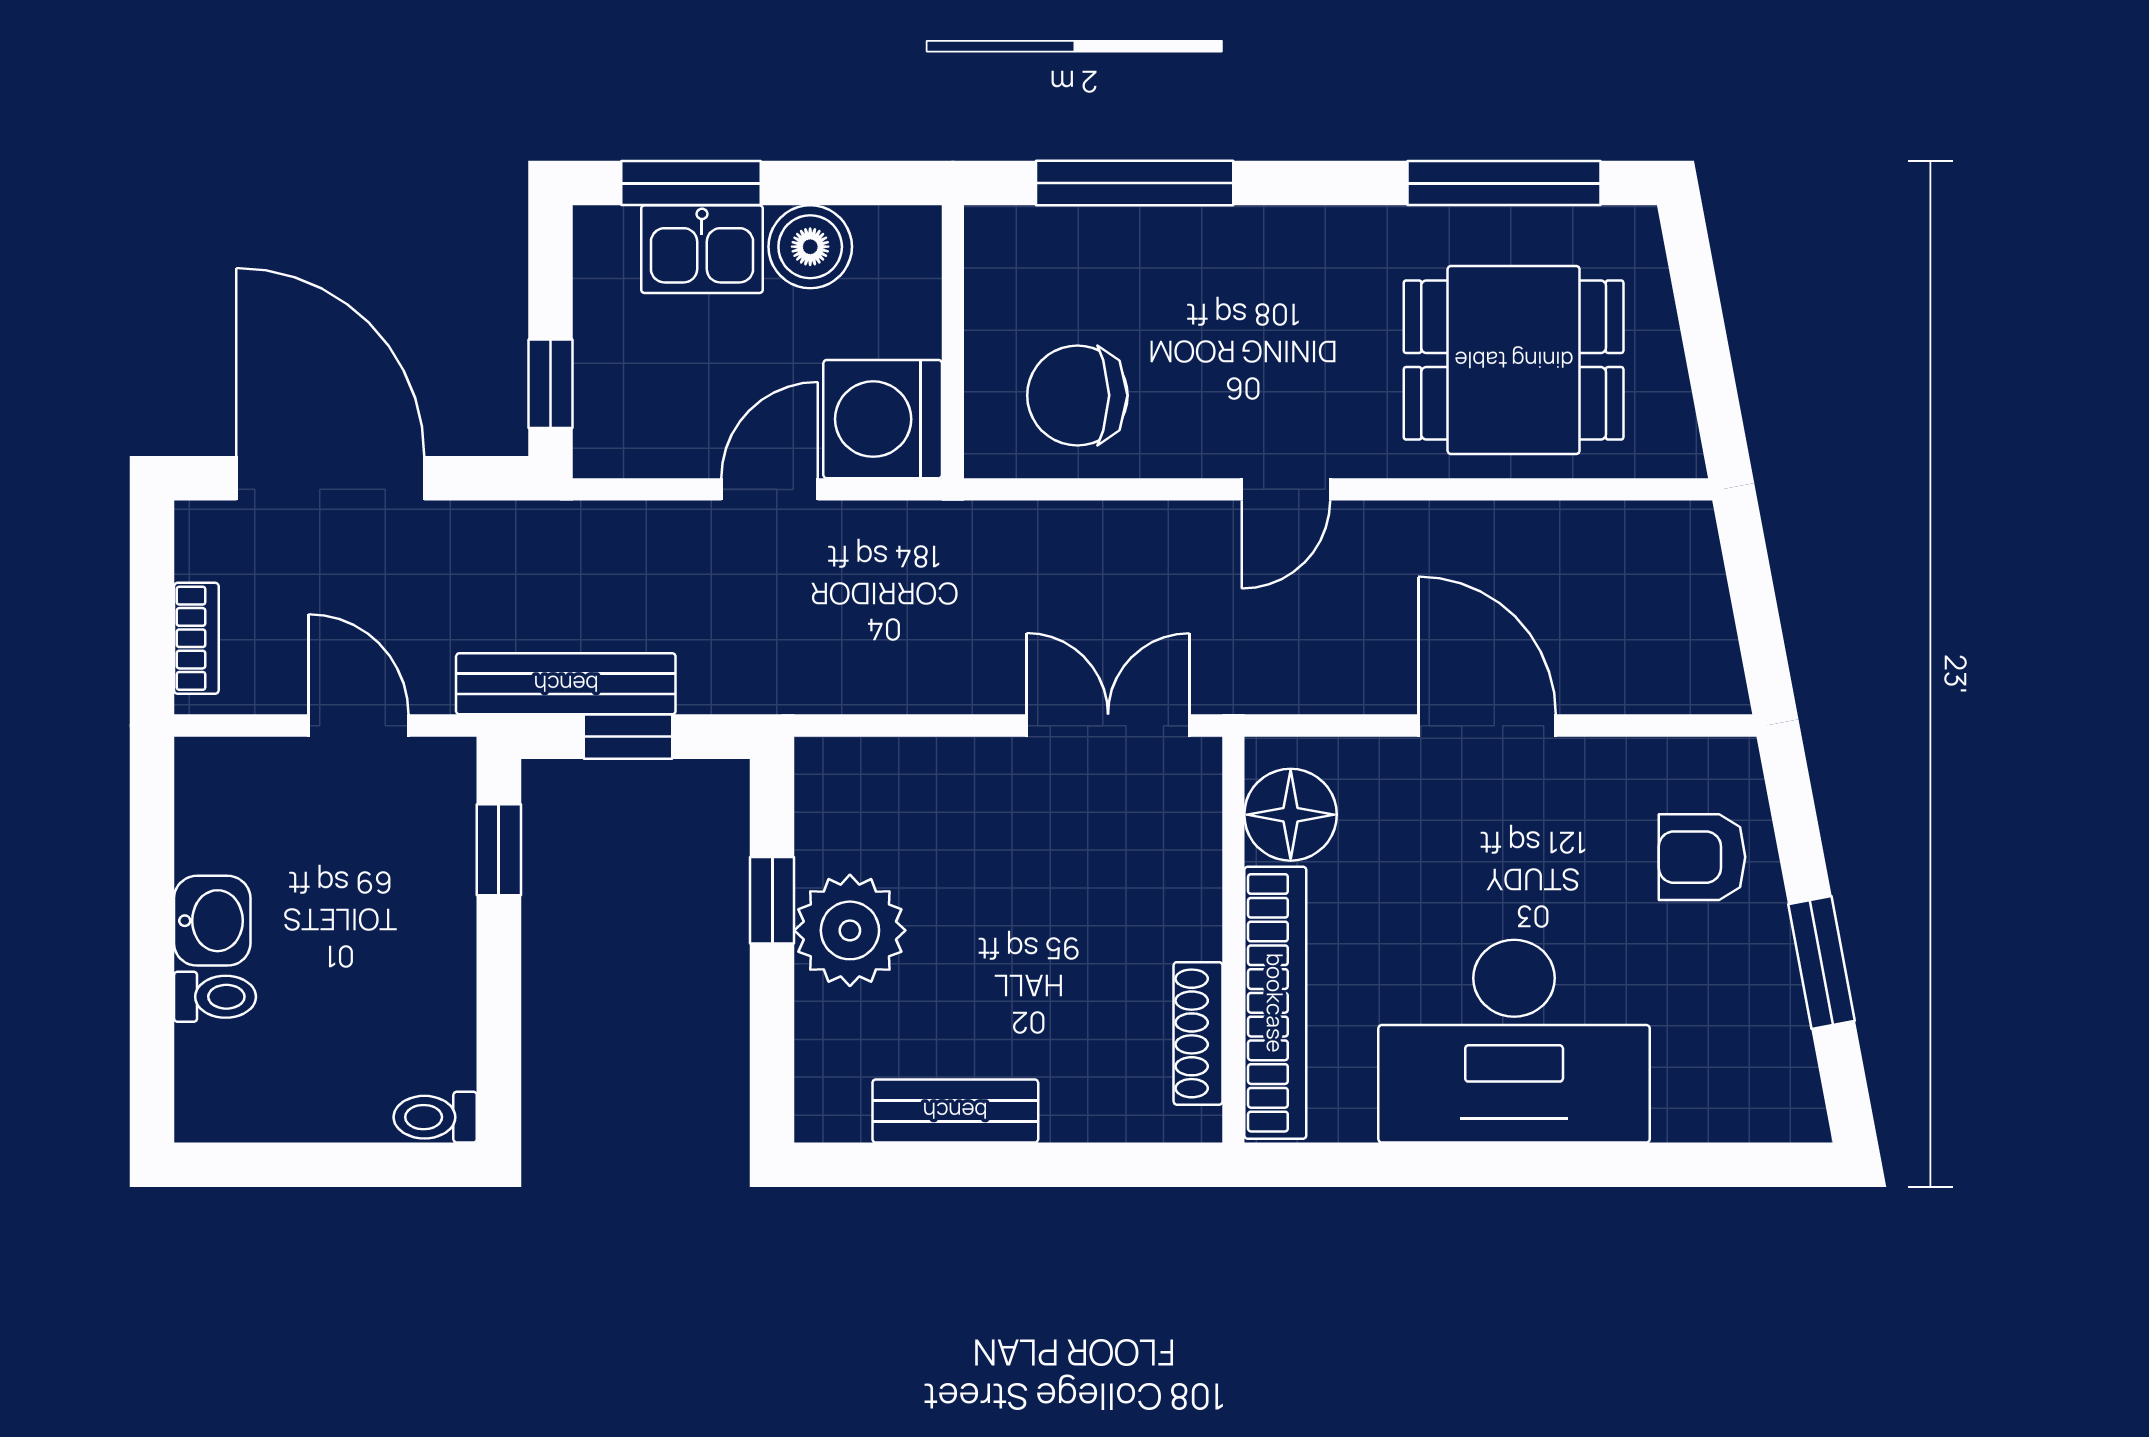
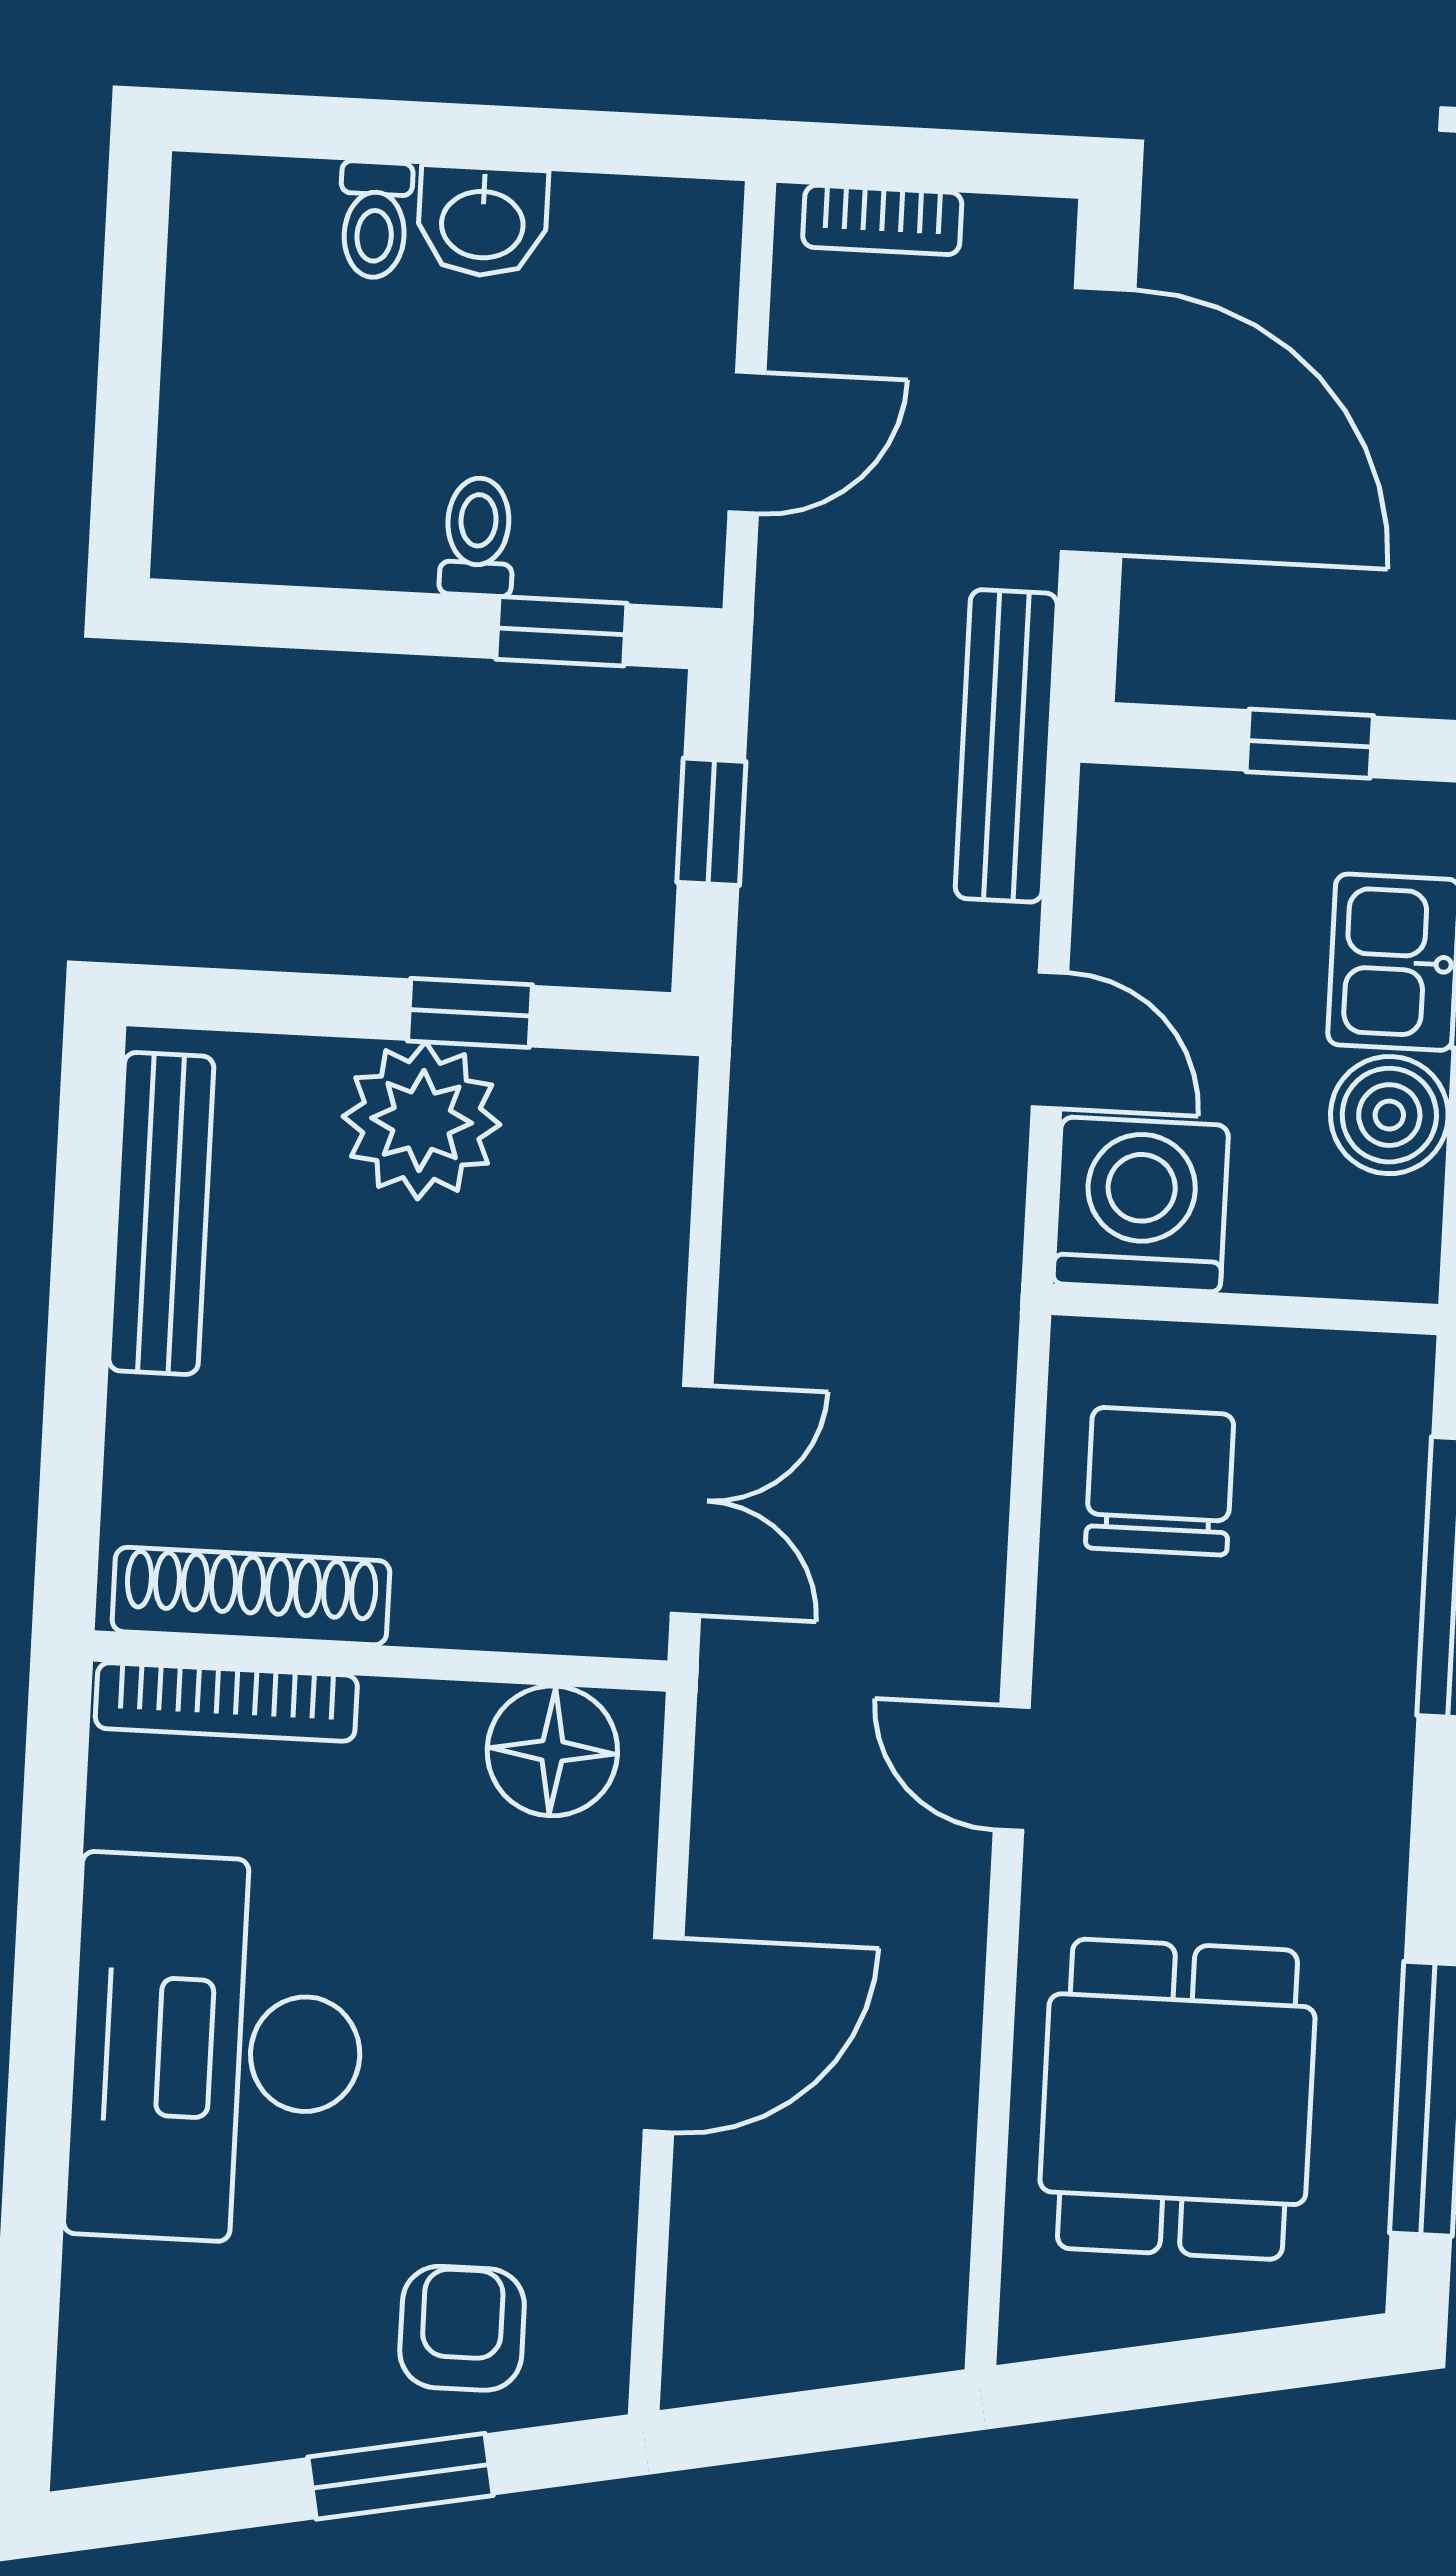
window: (551, 384) -> (1310, 744), moved
door: (330, 478) -> (1098, 421), hinge flipped
bench: (566, 684) -> (1006, 746), moved
window: (1821, 963) -> (401, 2476), moved
bookcase: (1275, 1003) -> (226, 1702), width x0.68, depth x0.76
shoe rack: (1198, 1033) -> (251, 1596), width x1.36, depth x1.24
bench: (955, 1111) -> (161, 1213), width x1.36
toilet: (435, 1117) -> (478, 537), moved

